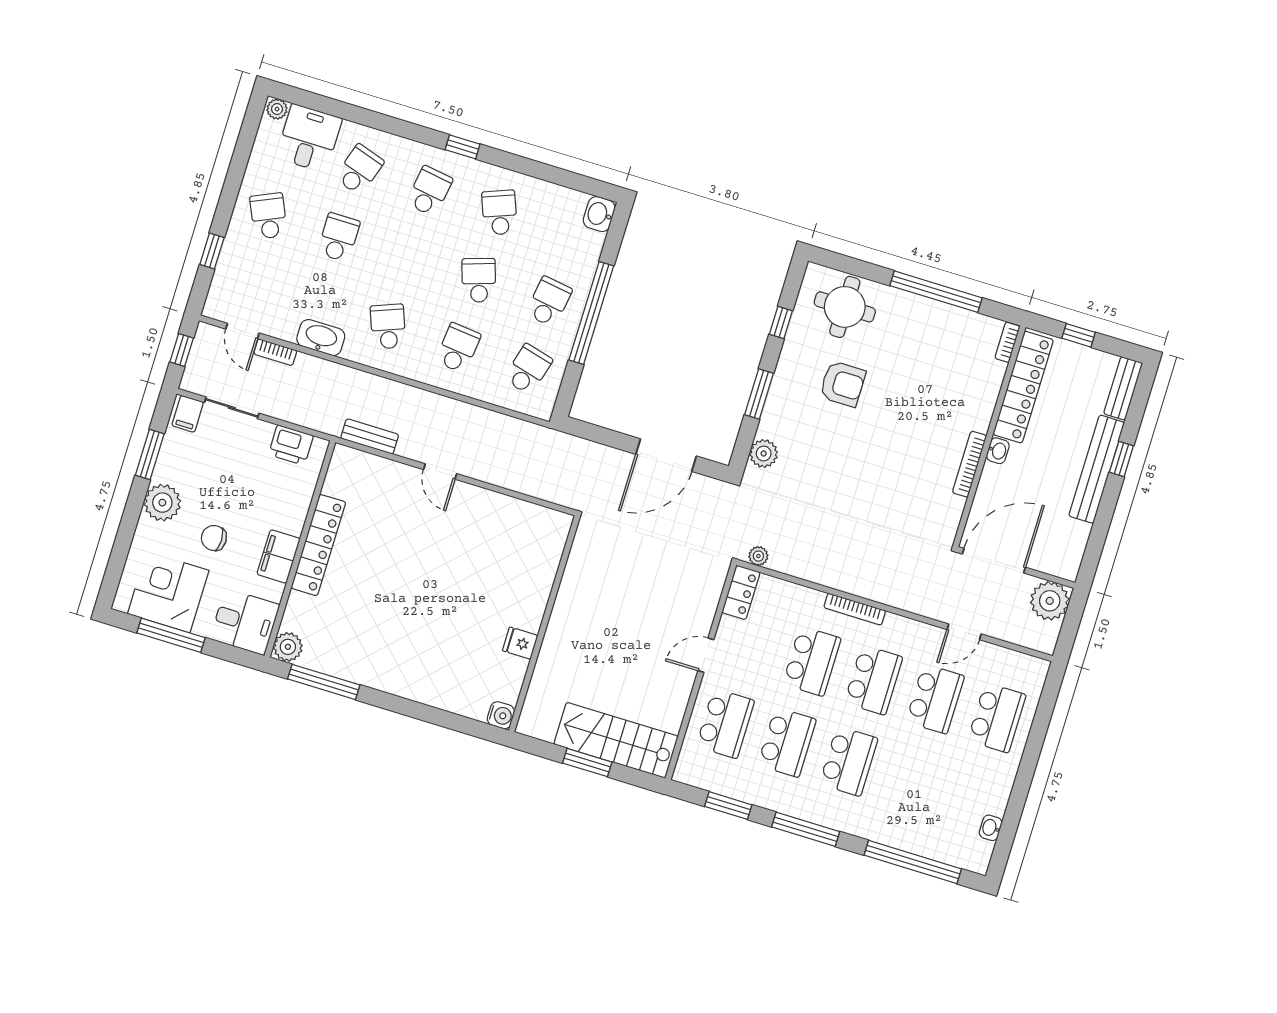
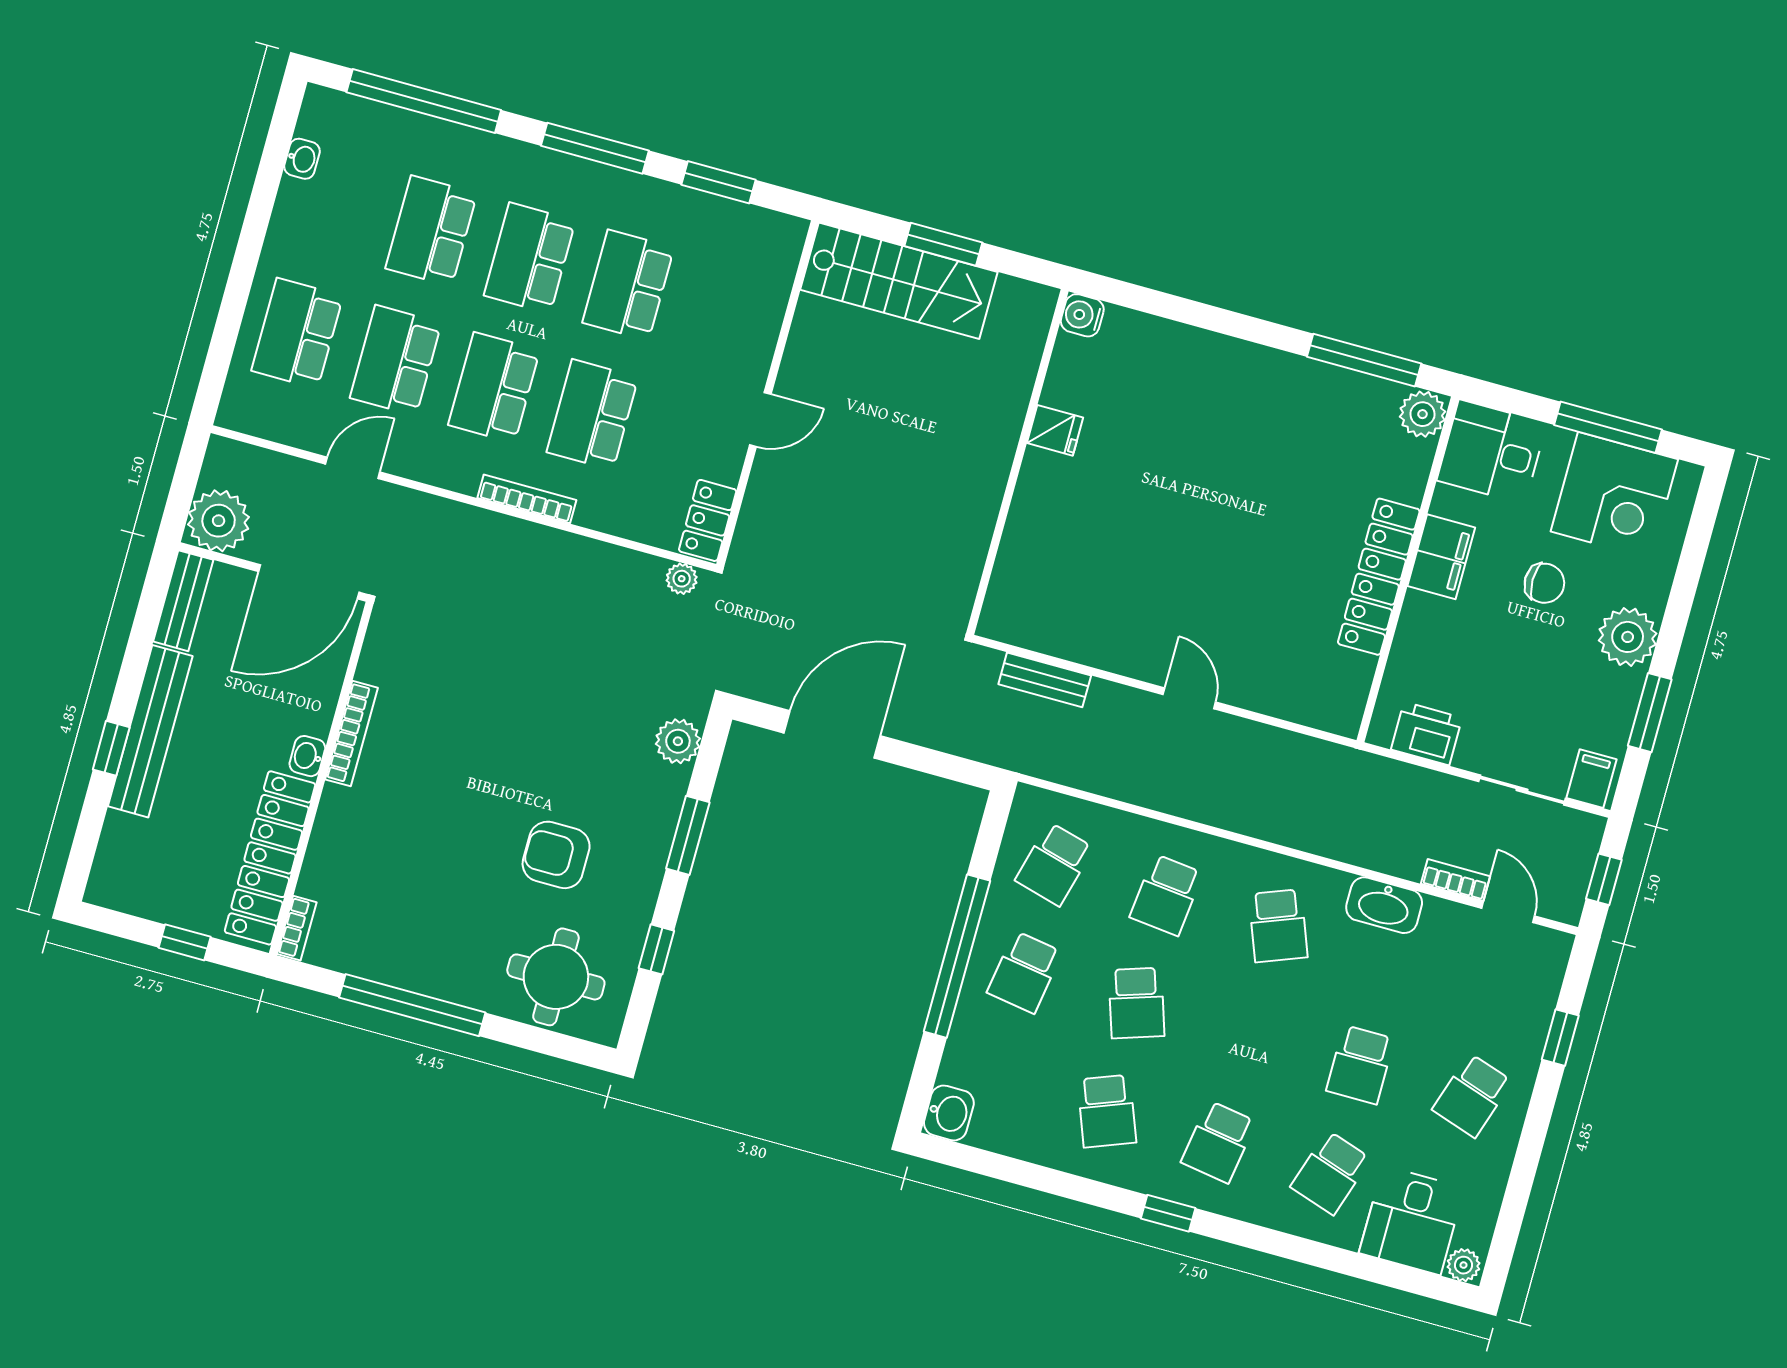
school desk: (269, 216) -> (1472, 1095), turned 42
bench: (1123, 388) -> (183, 601), moved
bench: (370, 436) -> (1045, 680), moved
school desk: (725, 723) -> (431, 231), moved

